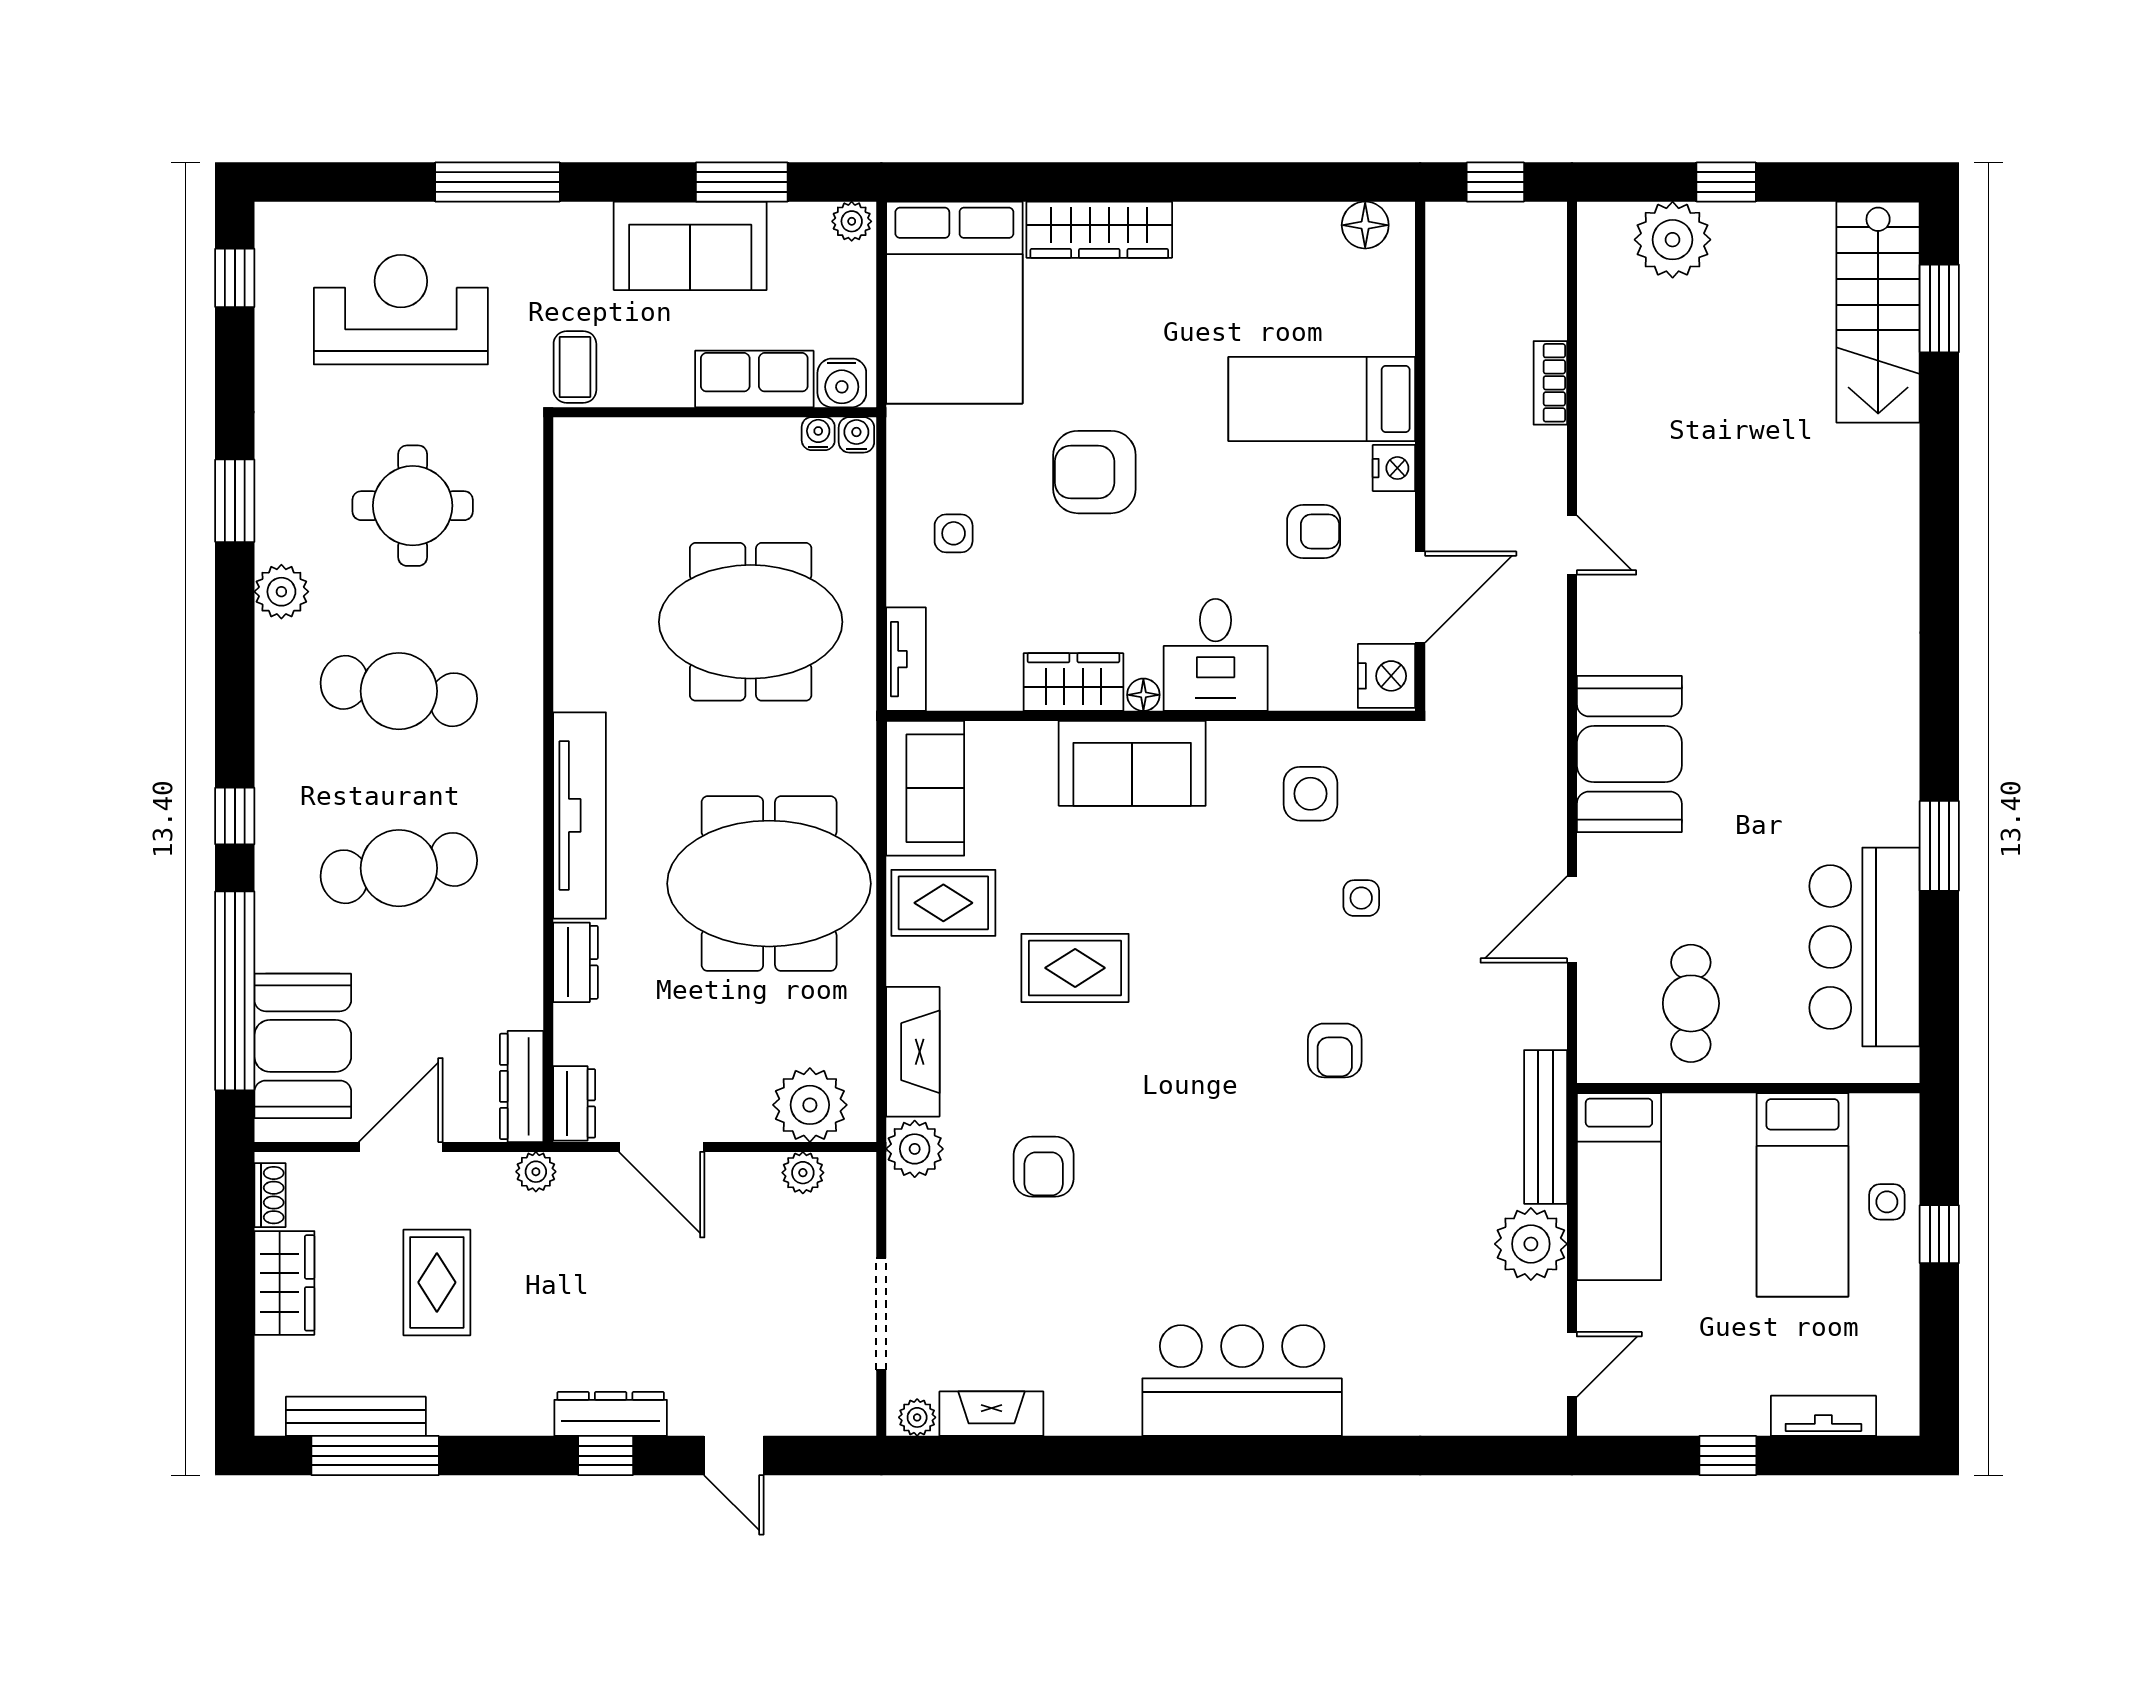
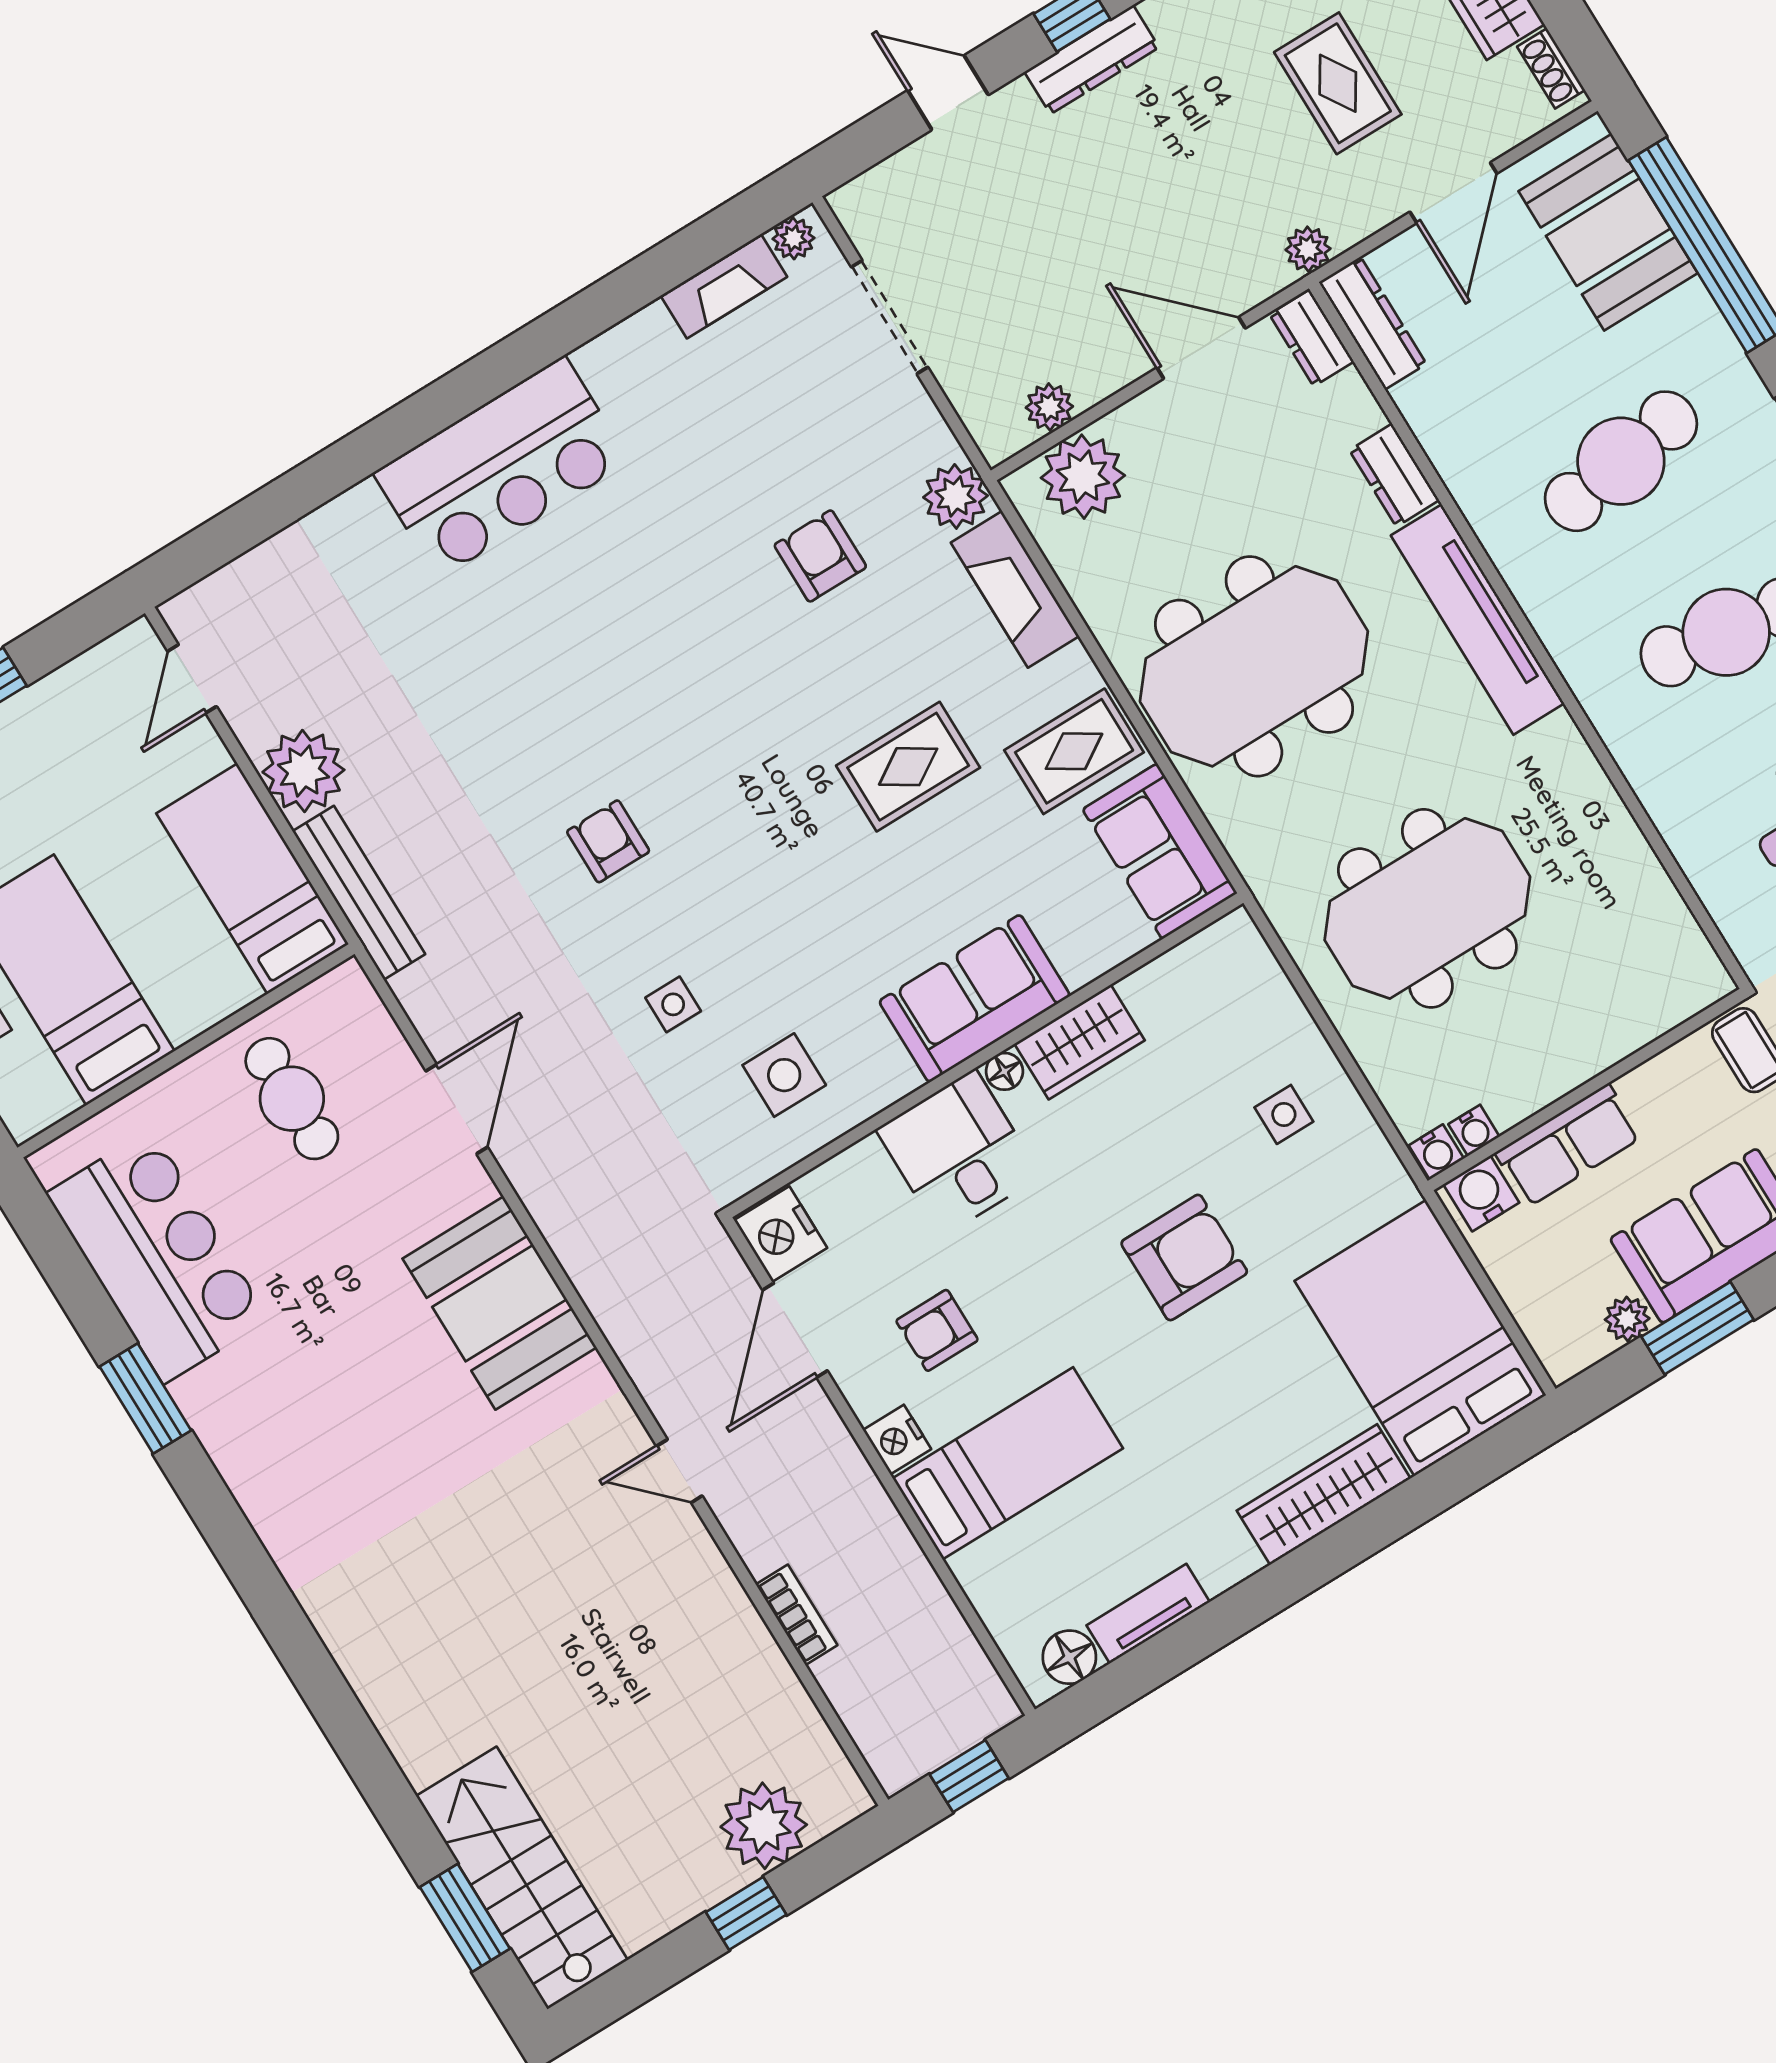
plant: (852, 221) -> (1627, 1319), moved
tv unit: (906, 659) -> (1148, 1614), moved, turned 90

